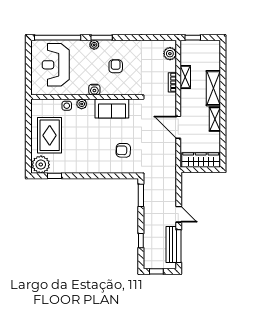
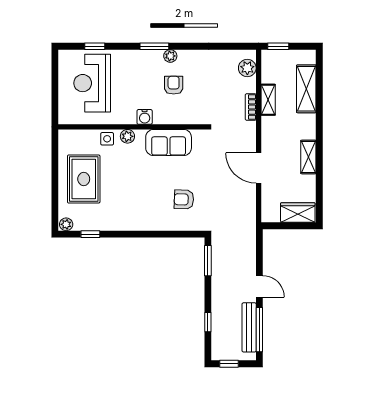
window: (58, 38) -> (95, 46), width x0.32
plant: (94, 45) -> (170, 56), moved
shelving: (213, 88) -> (306, 89), moved
wardrobe: (201, 160) -> (298, 213), width x0.67
plant: (41, 165) -> (66, 224), width x0.53, depth x0.53

